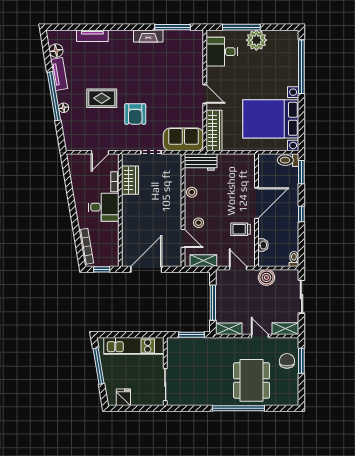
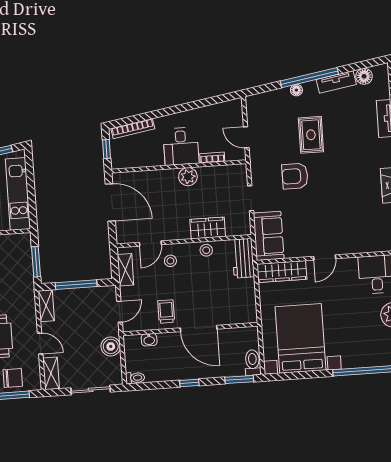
wardrobe: (130, 180) -> (208, 228), moved, turned 180
plant: (129, 203) -> (188, 177), added
door: (260, 336) -> (40, 344), hinge flipped

